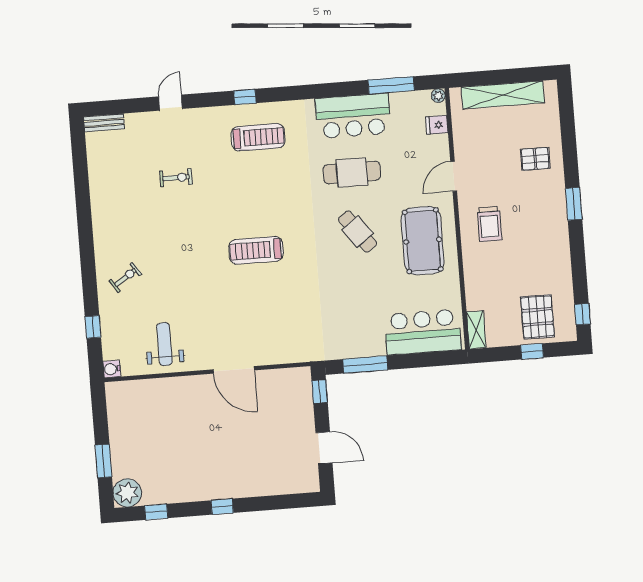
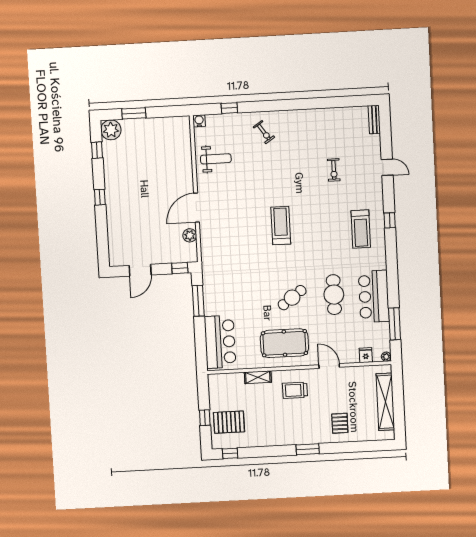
shelving: (476, 330) -> (258, 377), moved
plant: (273, 379) -> (190, 235), added

